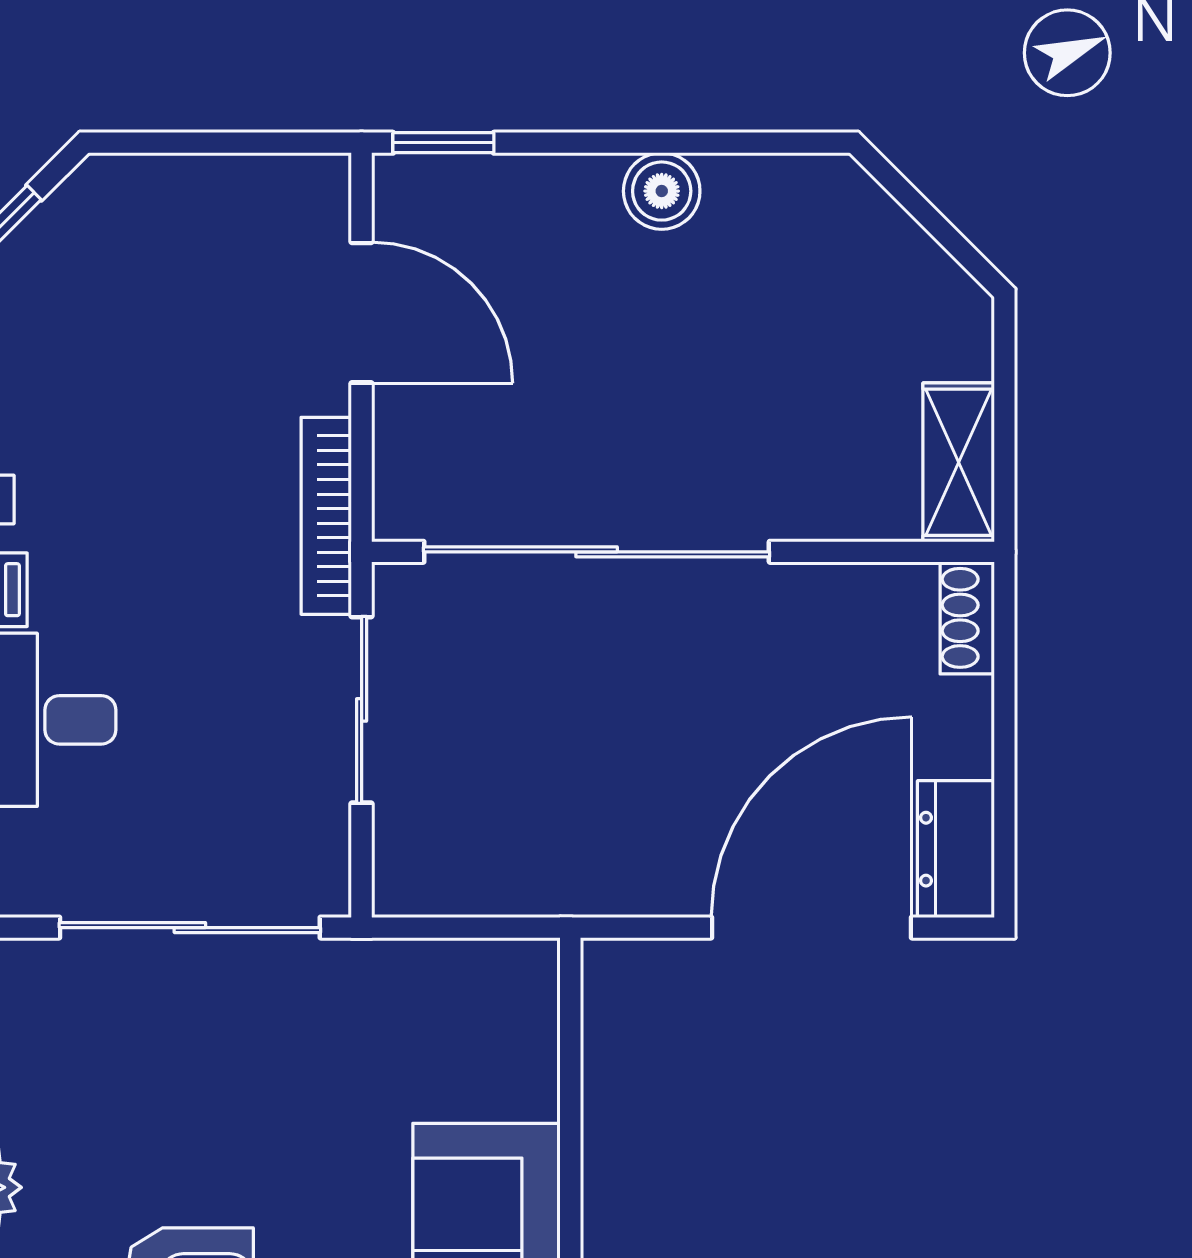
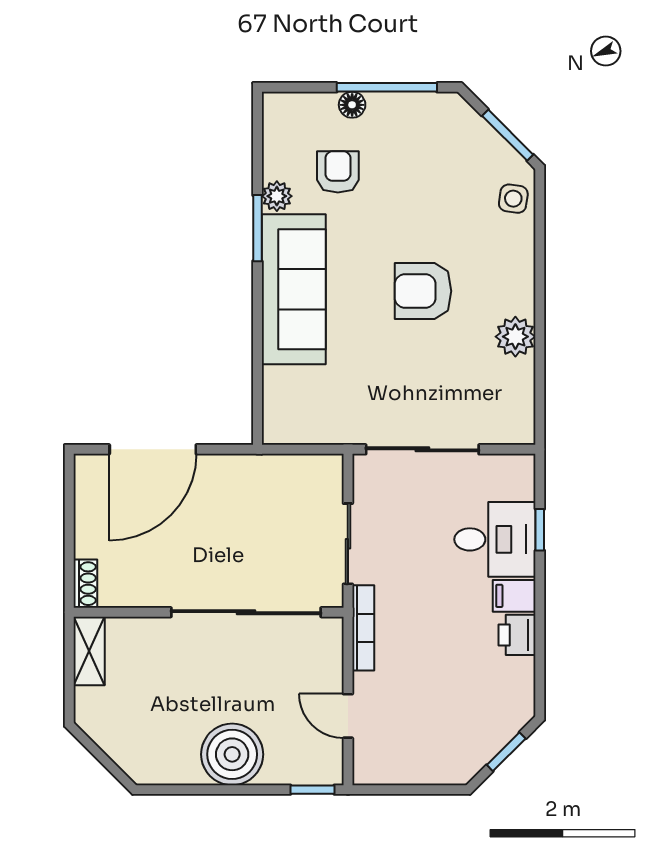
boiler: (662, 191) -> (232, 754), width x1.86, depth x1.86
door: (362, 313) -> (348, 716), width x0.73
dresser: (956, 849) -> (90, 483), removed

